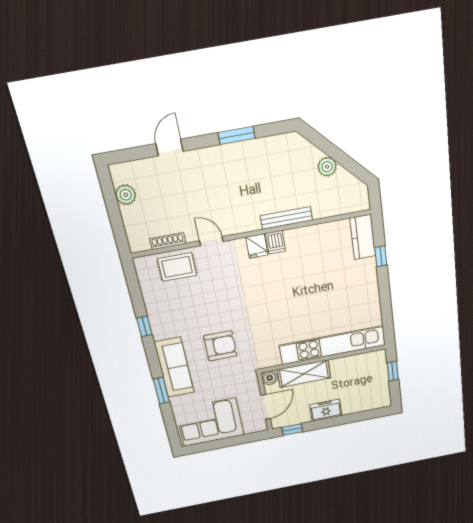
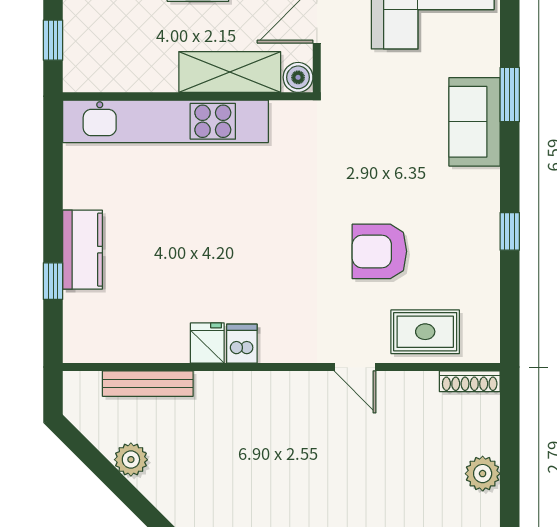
bench: (286, 218) -> (148, 384), moved
kitchen counter: (363, 237) -> (82, 250), moved
shoe rack: (168, 241) -> (470, 381), moved
fridge: (257, 246) -> (207, 343), moved
armchair: (220, 346) -> (379, 251), moved
sofa: (174, 367) -> (474, 122), width x0.73

